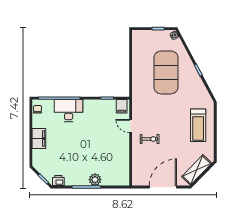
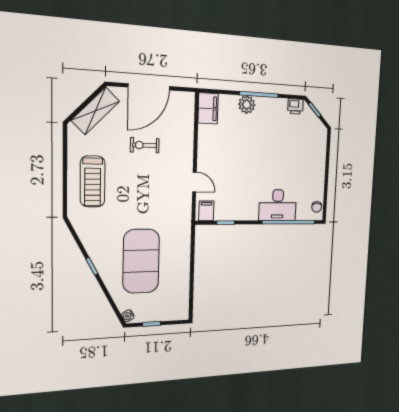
treadmill: (198, 125) -> (93, 181), turned 180
filing cabinet: (39, 139) -> (208, 108), moved, turned 180
exercise bike: (150, 139) -> (145, 145), moved

